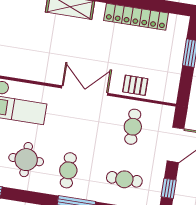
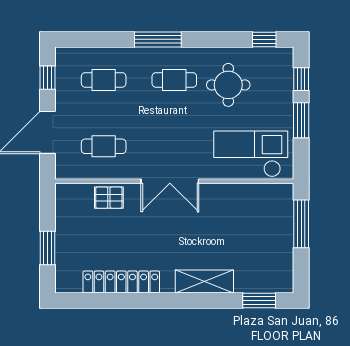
cafe table: (133, 127) -> (104, 146), turned 90
cafe table: (68, 170) -> (174, 80), turned 90

